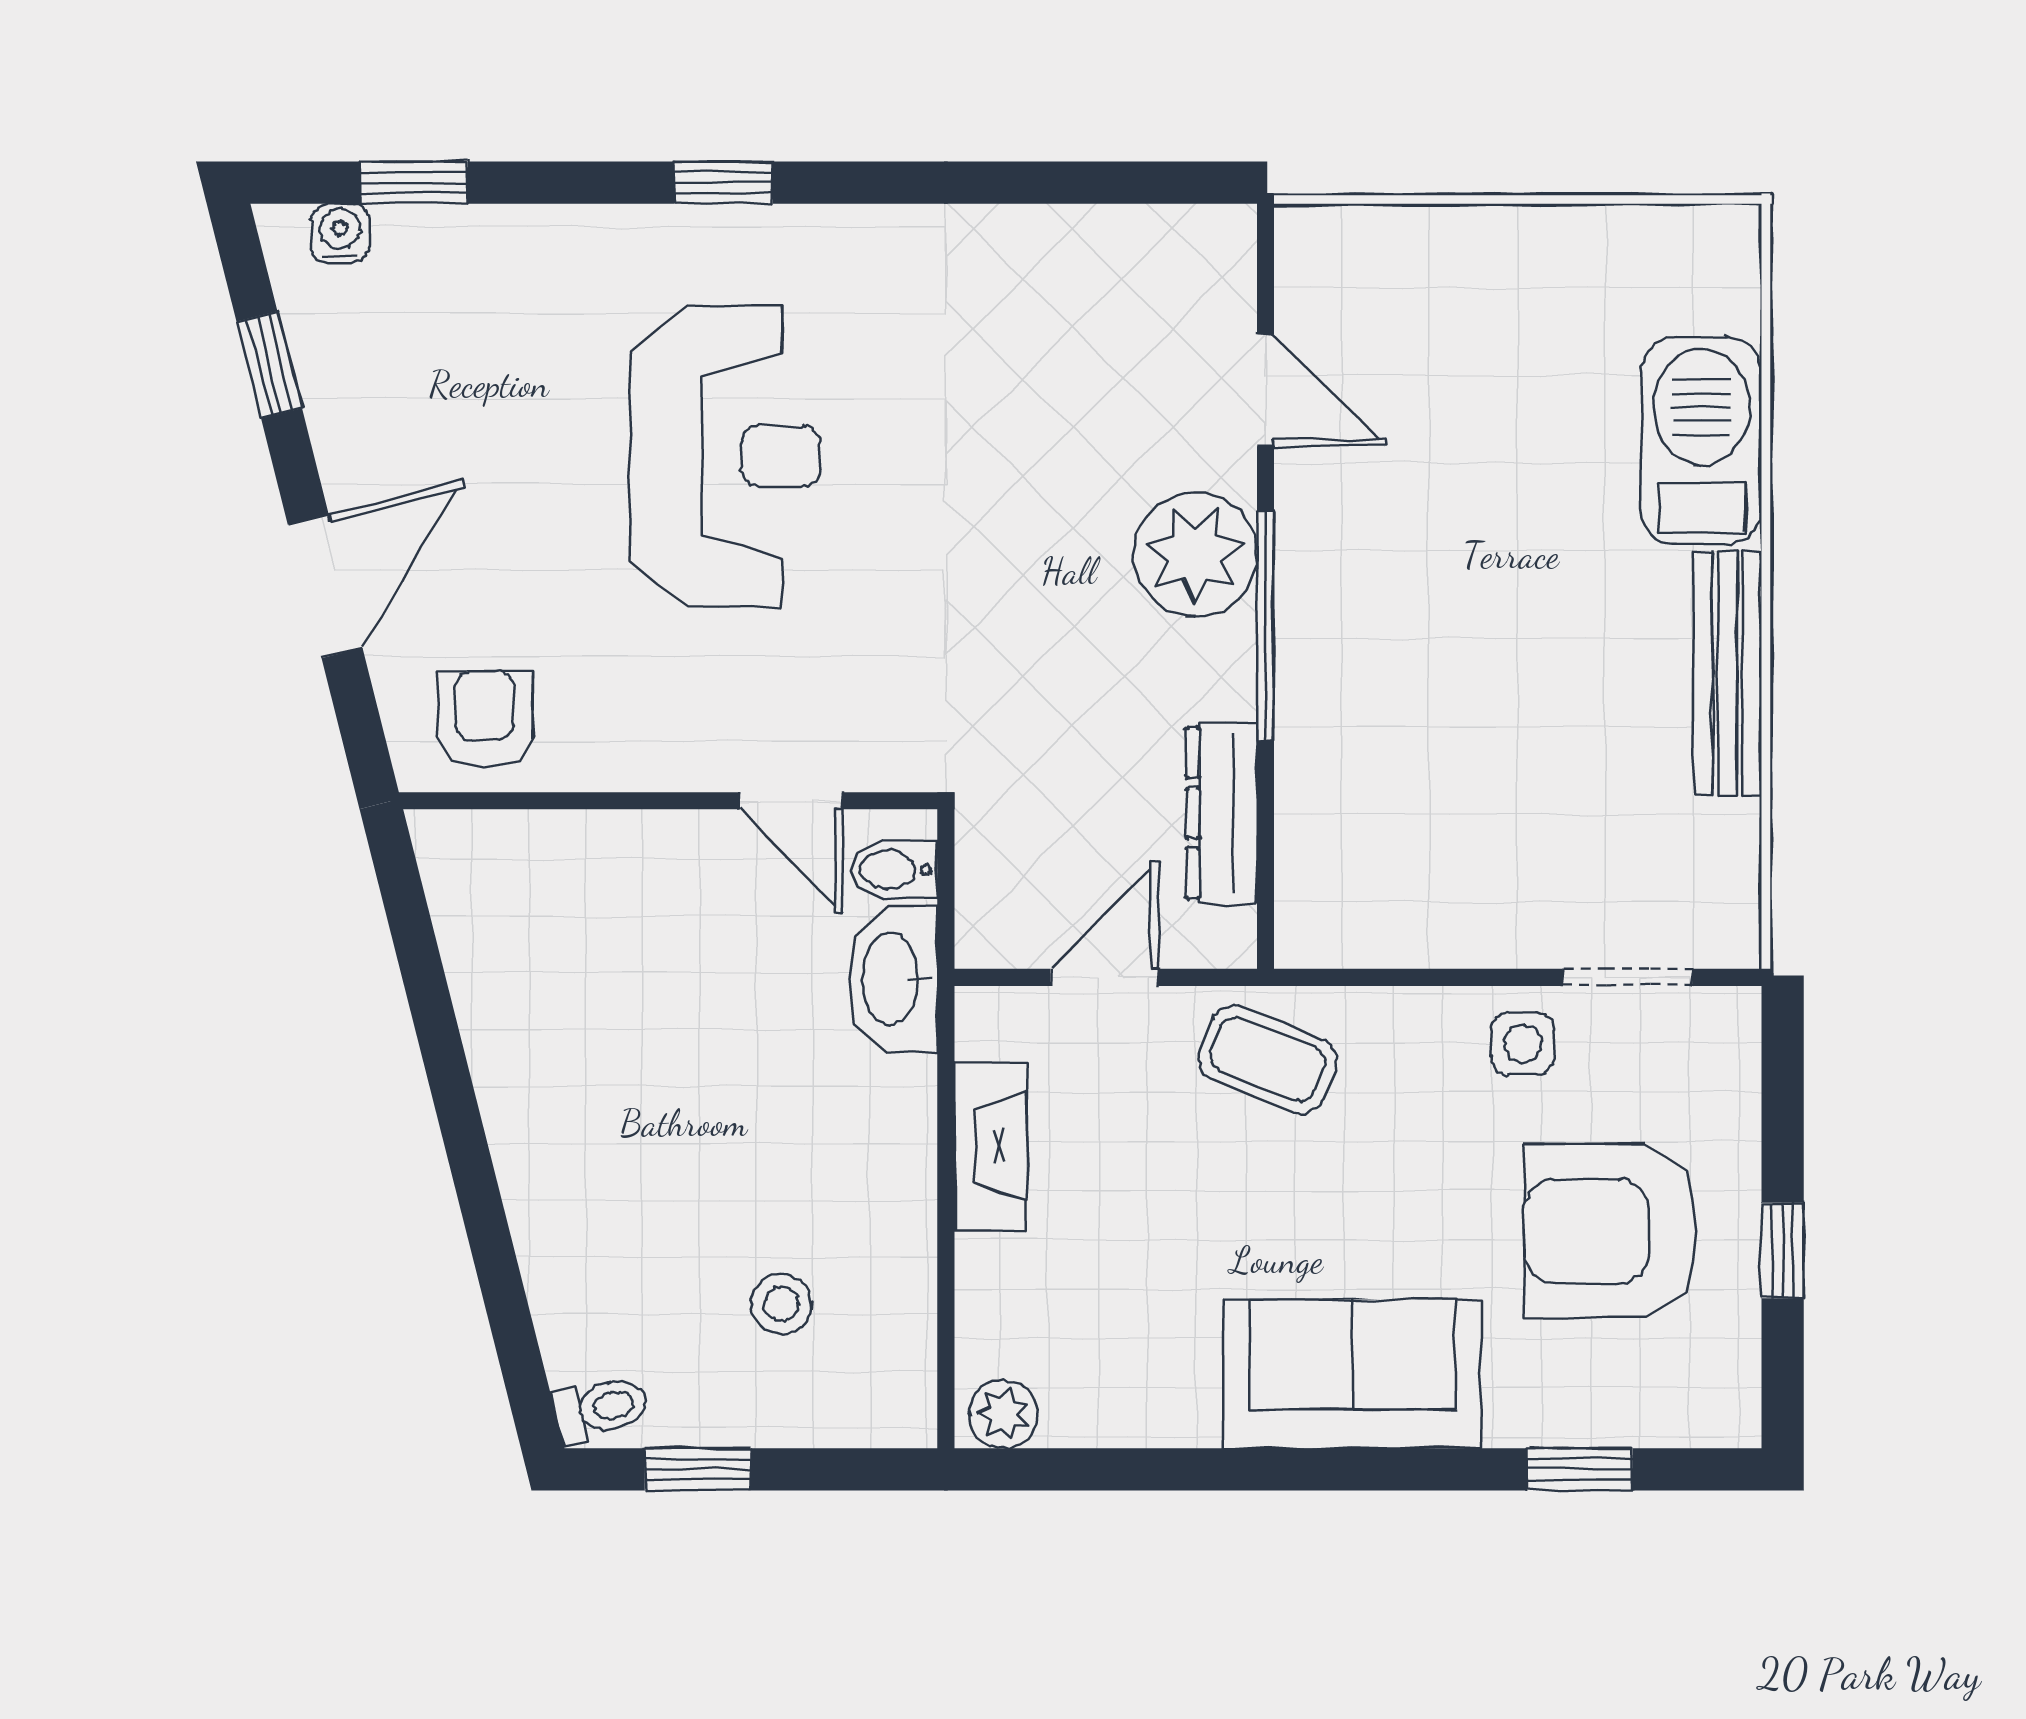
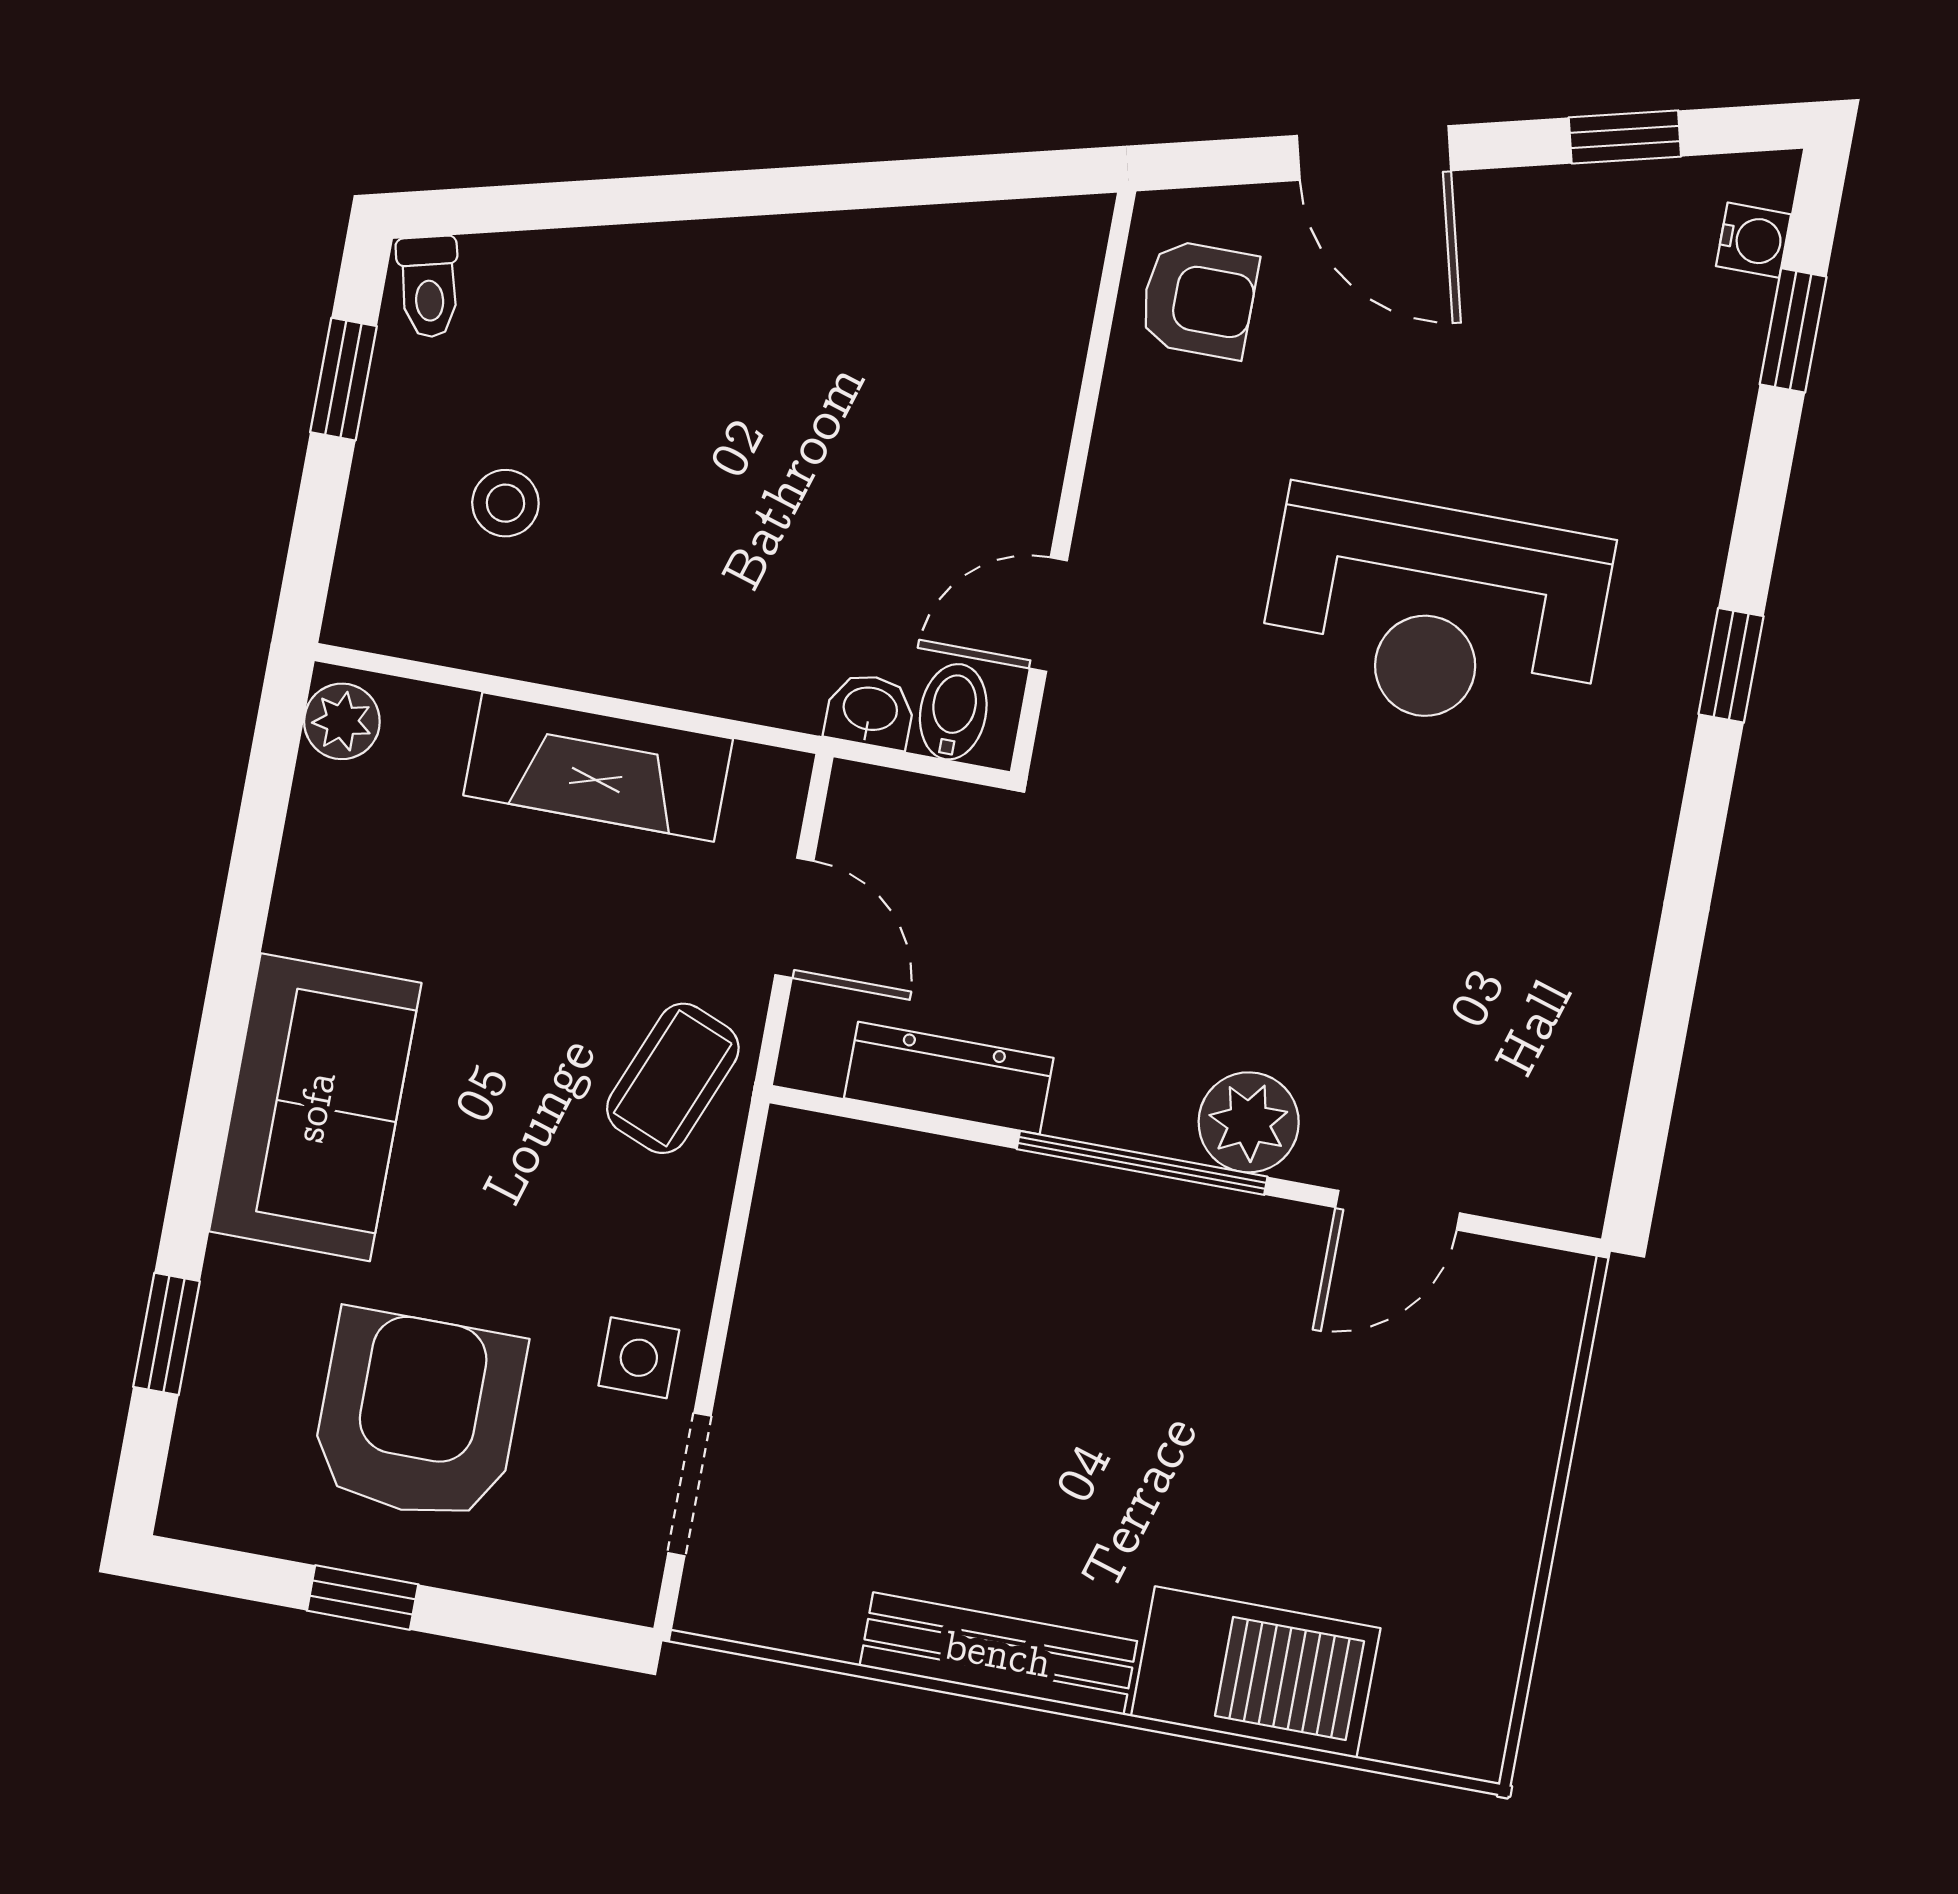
plant: (1195, 554) -> (1249, 1122), width x0.73, depth x0.73
washbasin: (893, 979) -> (870, 711), width x0.52, depth x0.69
fireplace: (990, 1146) -> (598, 767), width x1.37, depth x1.32

